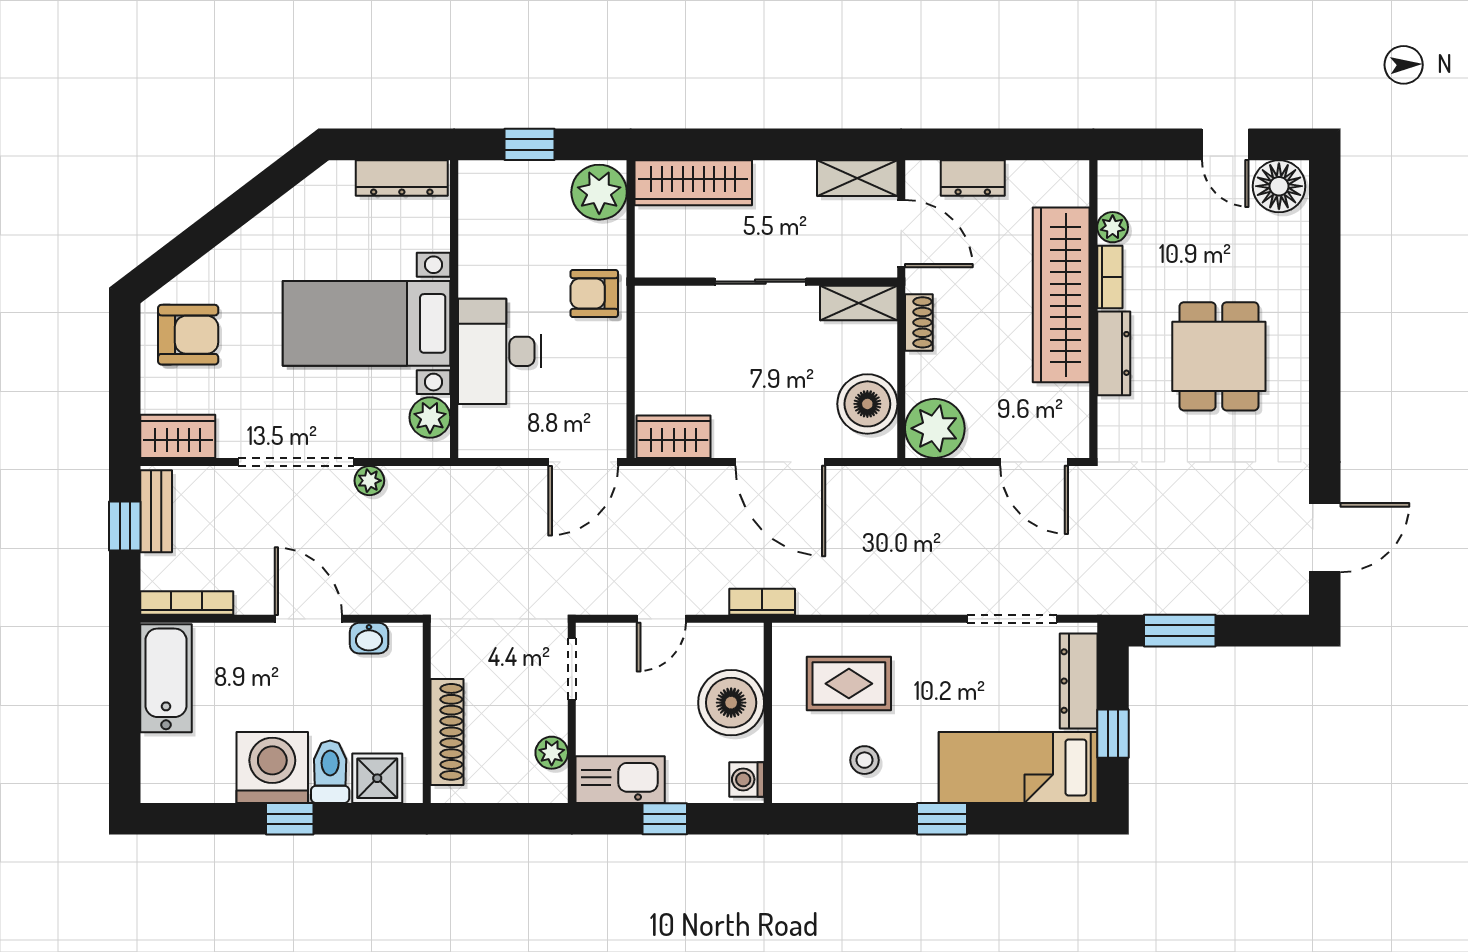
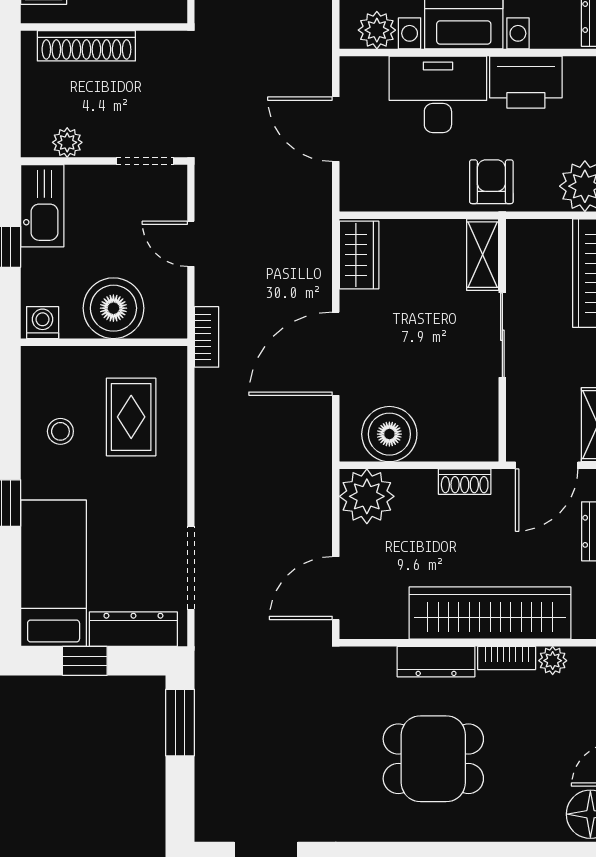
printer: (486, 256) -> (526, 82), added
shelving: (859, 303) -> (483, 255), moved
door: (583, 462) -> (336, 129), moved

